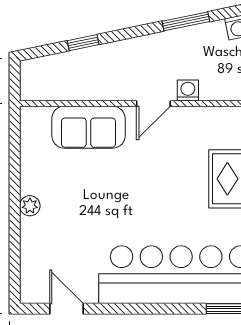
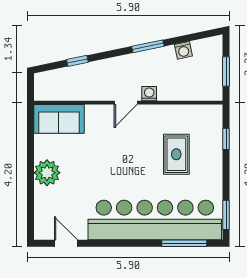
sofa: (88, 127) -> (59, 119), moved
plant: (30, 206) -> (47, 173), width x1.87, depth x1.87

